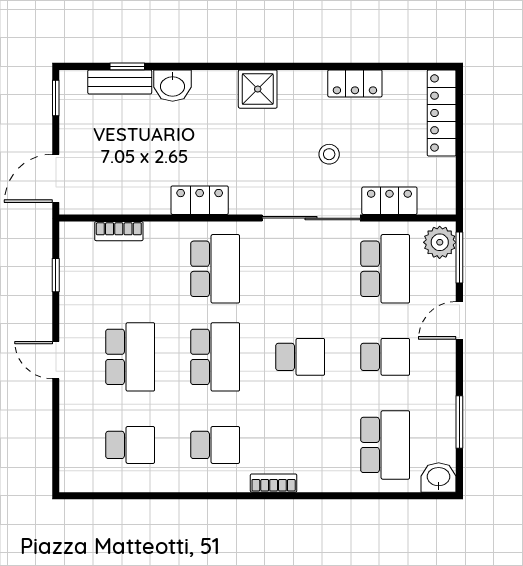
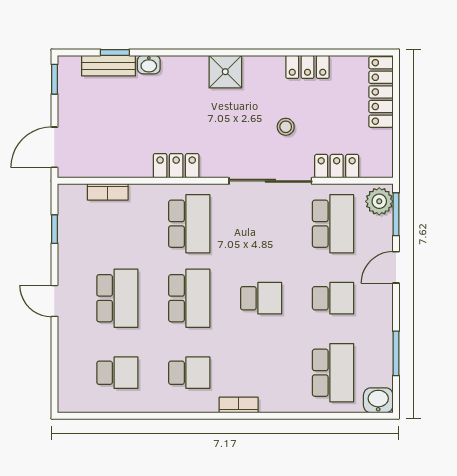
washbasin: (173, 86) -> (149, 65), width x0.72, depth x0.69

